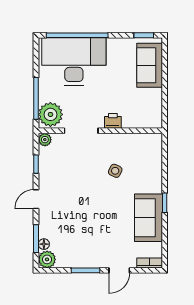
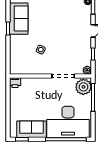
sofa: (150, 65) -> (31, 129), moved, turned -90
printer: (113, 121) -> (15, 83), moved

